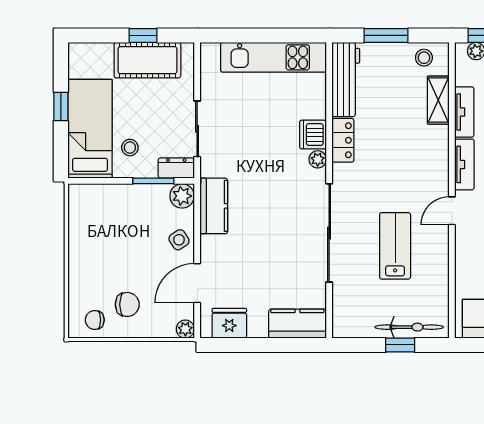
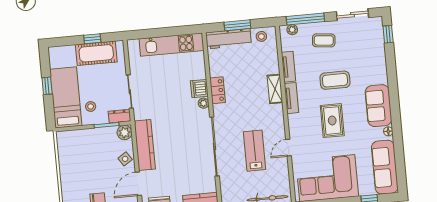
workbench: (346, 79) -> (228, 39), moved, turned 90
shelving: (438, 100) -> (275, 89), moved
kitchen counter: (214, 206) -> (145, 145), width x1.50
door: (452, 211) -> (289, 148), moved

